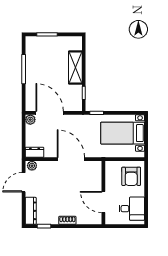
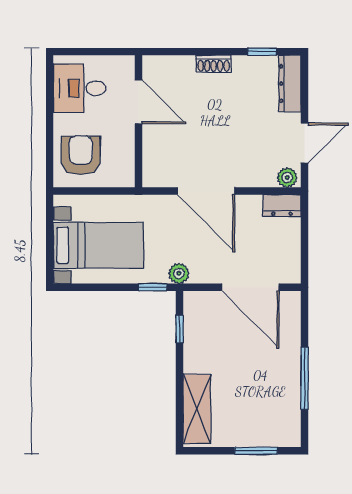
shelving: (75, 67) -> (197, 409), moved
plant: (30, 120) -> (179, 273), moved

